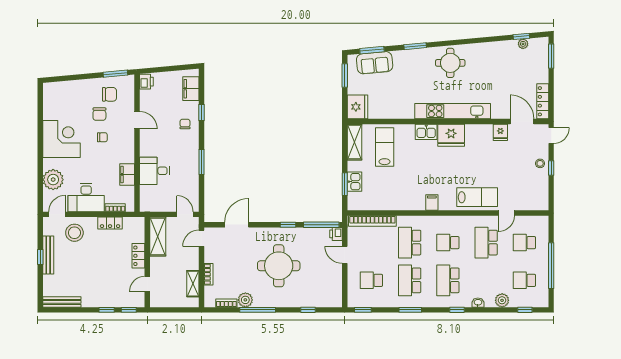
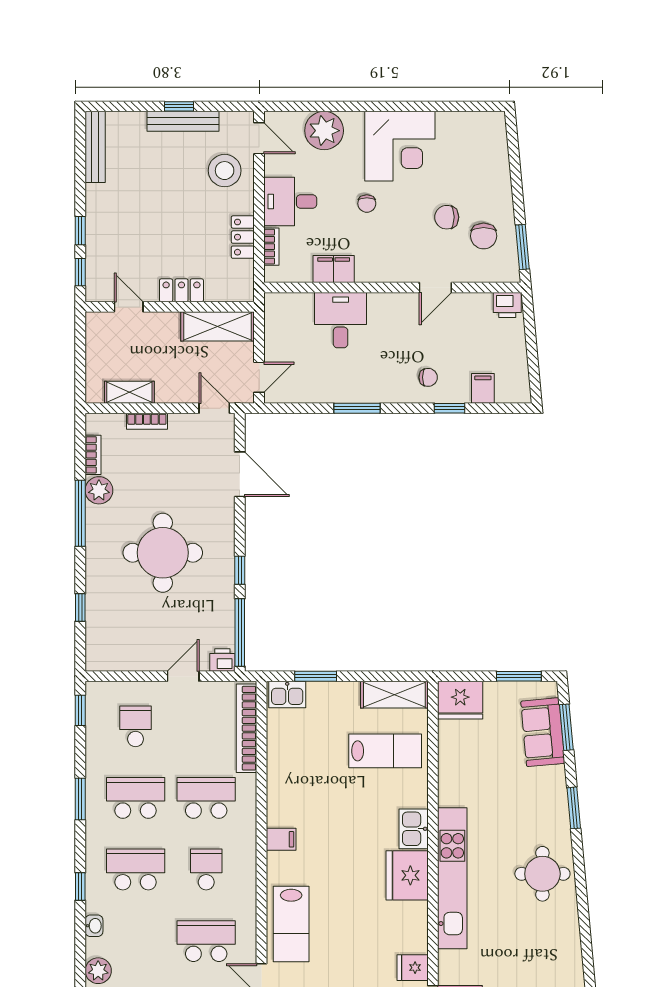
filing cabinet: (191, 89) -> (483, 388), width x0.50
chair: (102, 137) -> (367, 204), moved
kitchen sink: (354, 182) -> (287, 694), moved
desk: (86, 198) -> (290, 201), width x0.73

